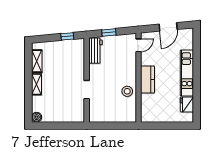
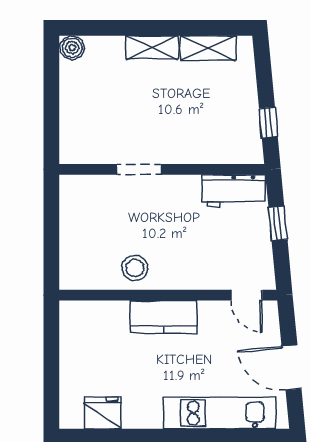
kitchen unit: (187, 73) -> (219, 413), moved

